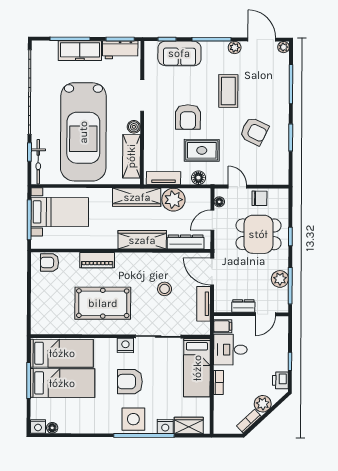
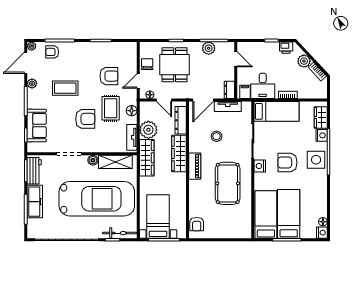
armchair: (276, 74) -> (52, 52), added
armchair: (254, 131) -> (109, 76), moved, turned 64
piano: (97, 260) -> (195, 166), moved
dresser: (243, 306) -> (229, 90), moved
armchair: (130, 382) -> (287, 162), turned 90

